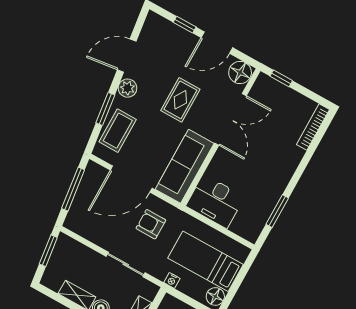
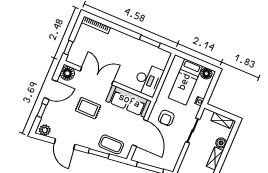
door: (217, 43) -> (51, 89), hinge flipped
plant: (127, 88) -> (45, 130), moved

